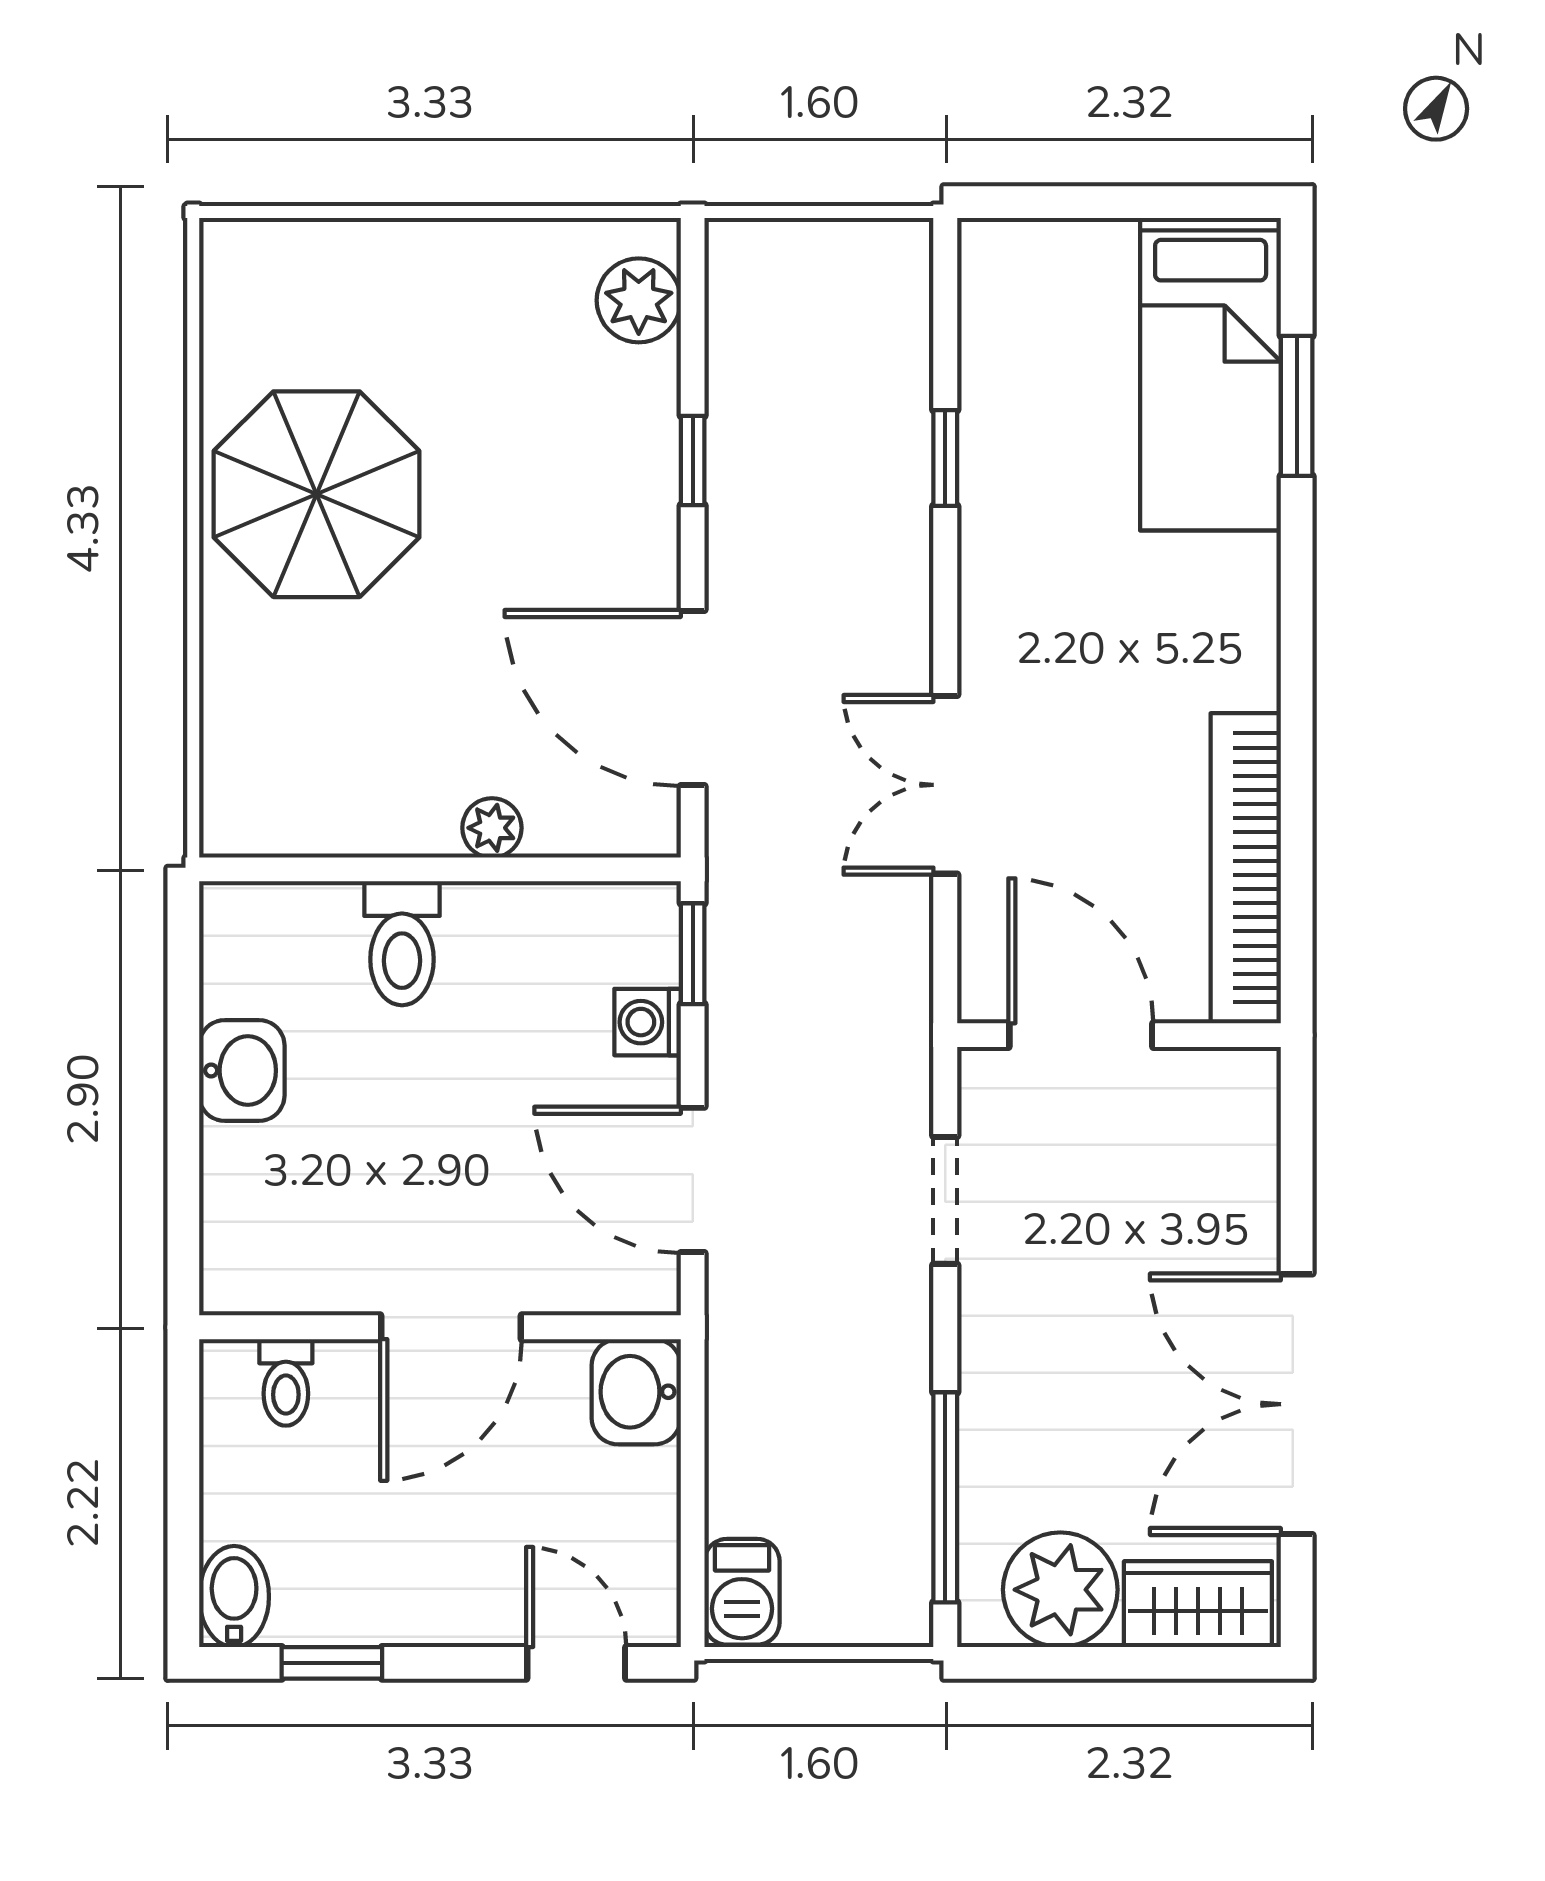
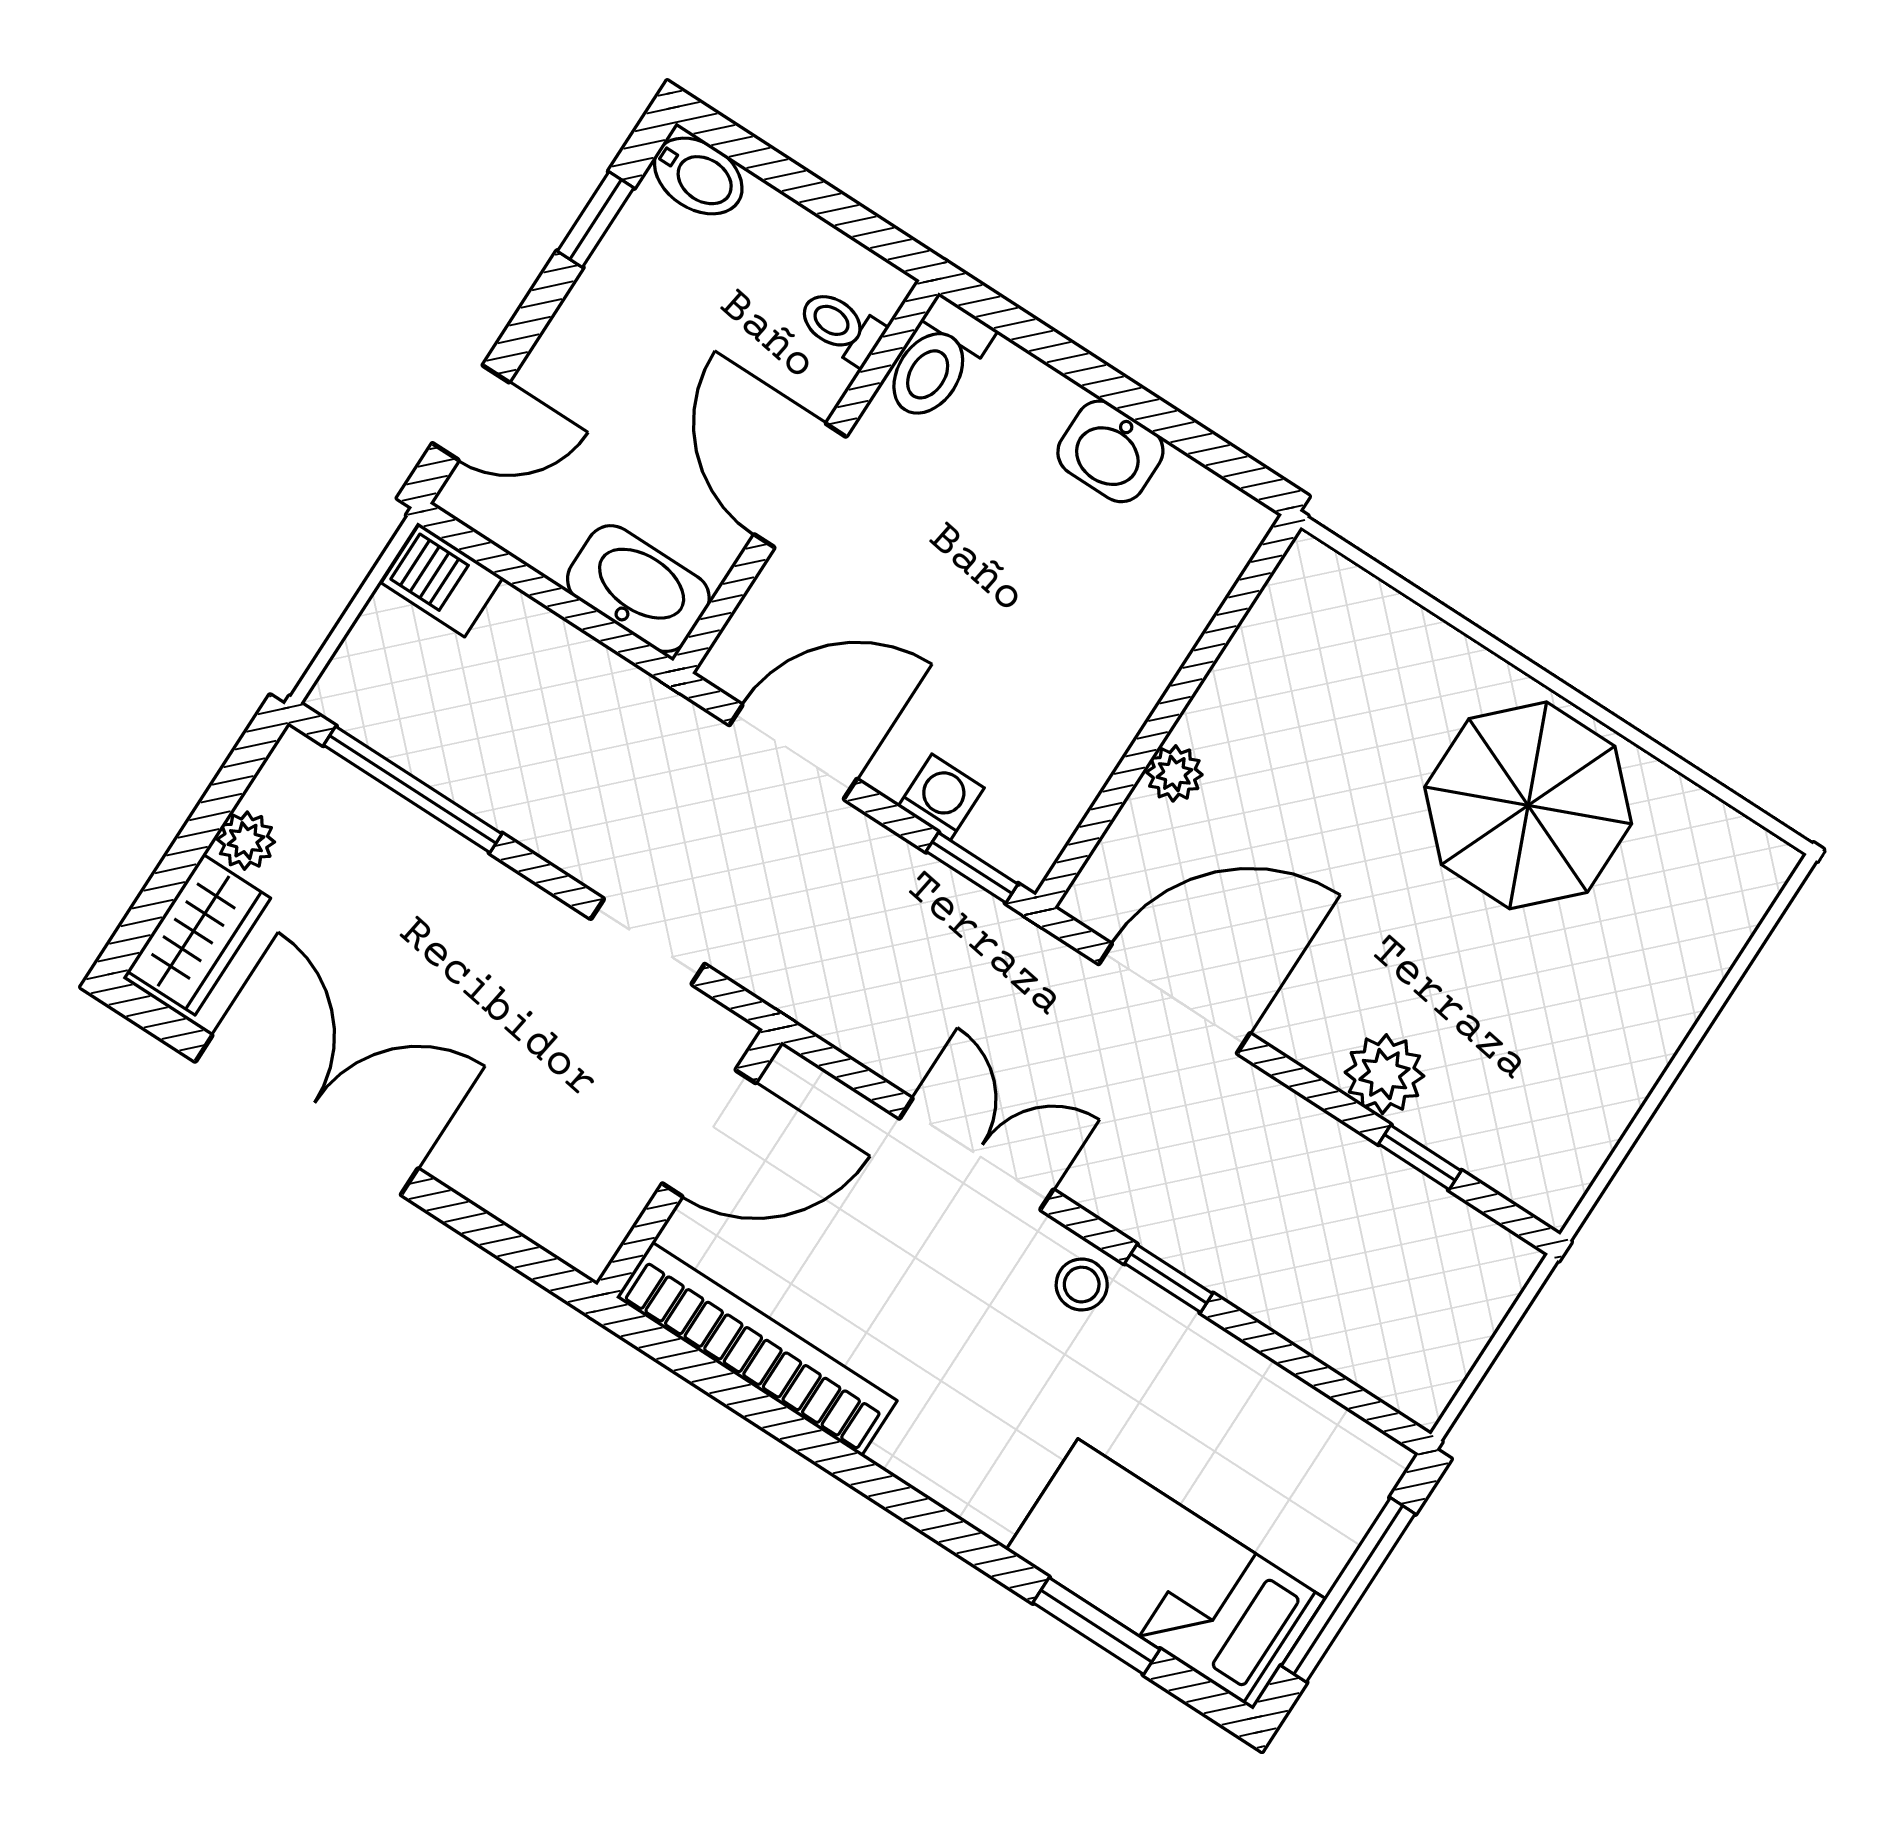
window: (1119, 202) -> (1348, 1590), added
plant: (639, 300) -> (1384, 1074), moved
window: (945, 458) -> (1169, 1279), moved
window: (693, 460) -> (1420, 1157), moved
stool: (1001, 616) -> (1082, 1285), added
toilet: (402, 943) -> (937, 361), moved, turned -90
washbasin: (636, 1392) -> (638, 589), width x1.38
plant: (1060, 1590) -> (246, 841), width x0.53, depth x0.53

